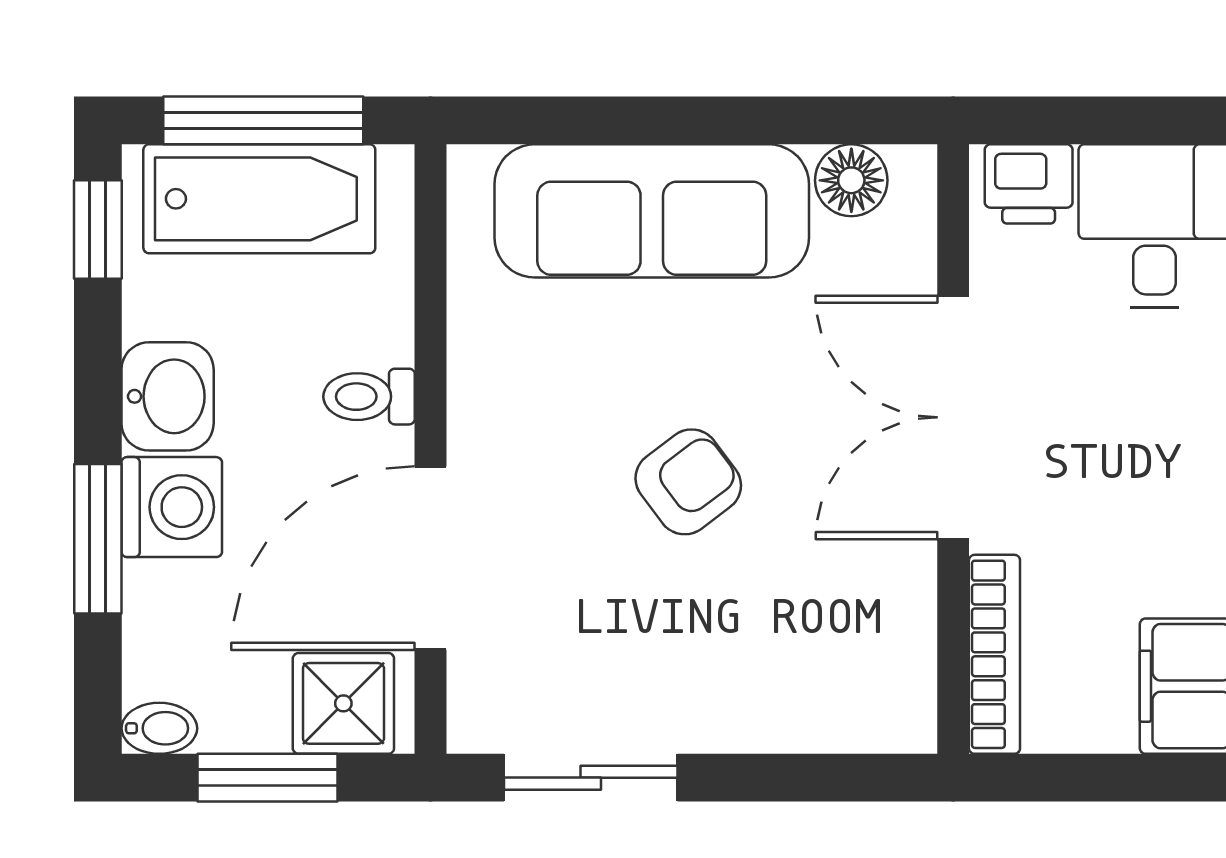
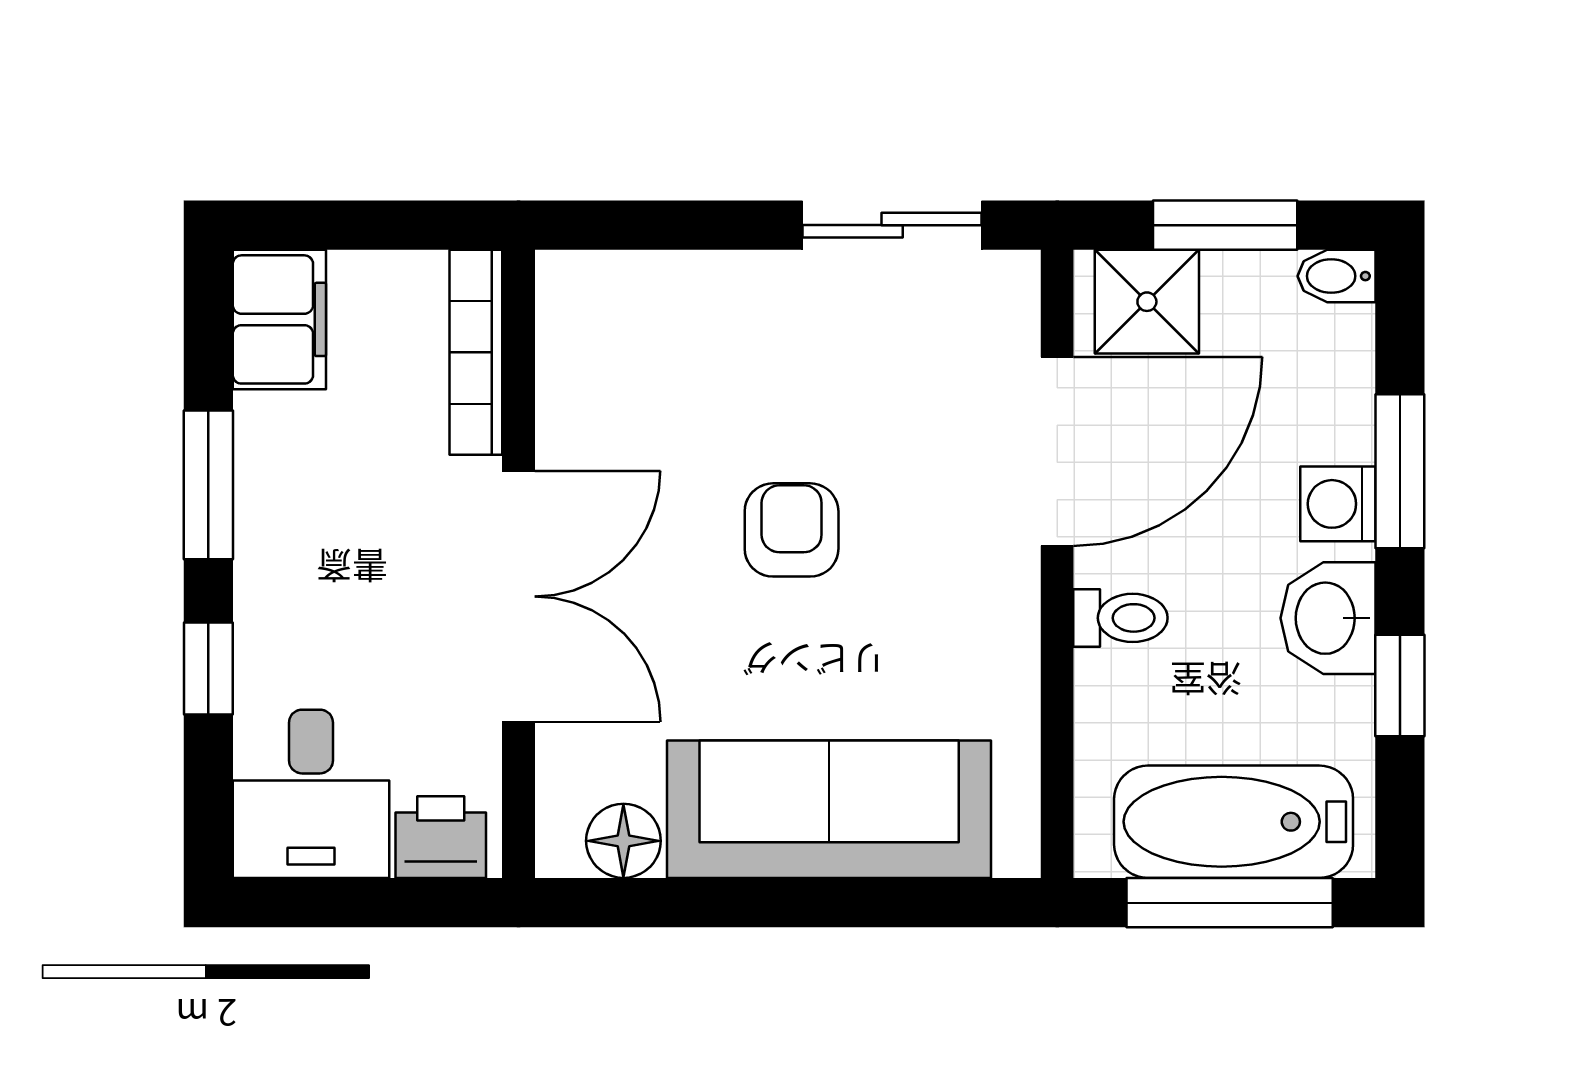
window: (98, 229) -> (1400, 686), moved
armchair: (688, 482) -> (792, 530), turned 127
washing machine: (172, 507) -> (1338, 504), width x0.73, depth x0.73

